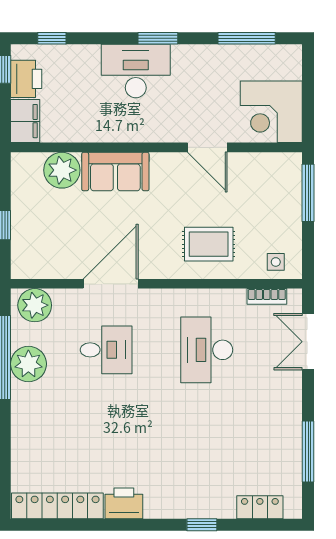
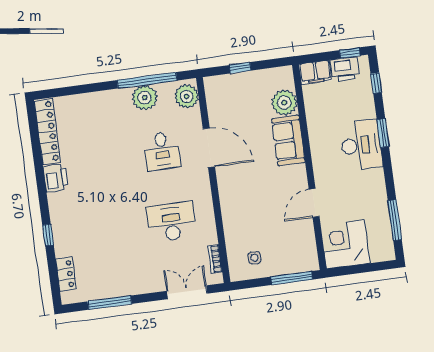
window: (158, 38) -> (383, 133), moved
rug: (209, 244) -> (246, 213), removed
side table: (276, 262) -> (254, 258), moved

